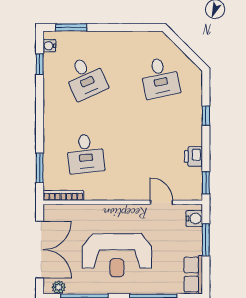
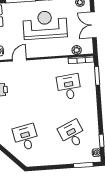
door: (162, 202) -> (19, 60), swing flipped
plant: (69, 211) -> (77, 50), added
double door: (40, 250) -> (93, 25), width x0.73

